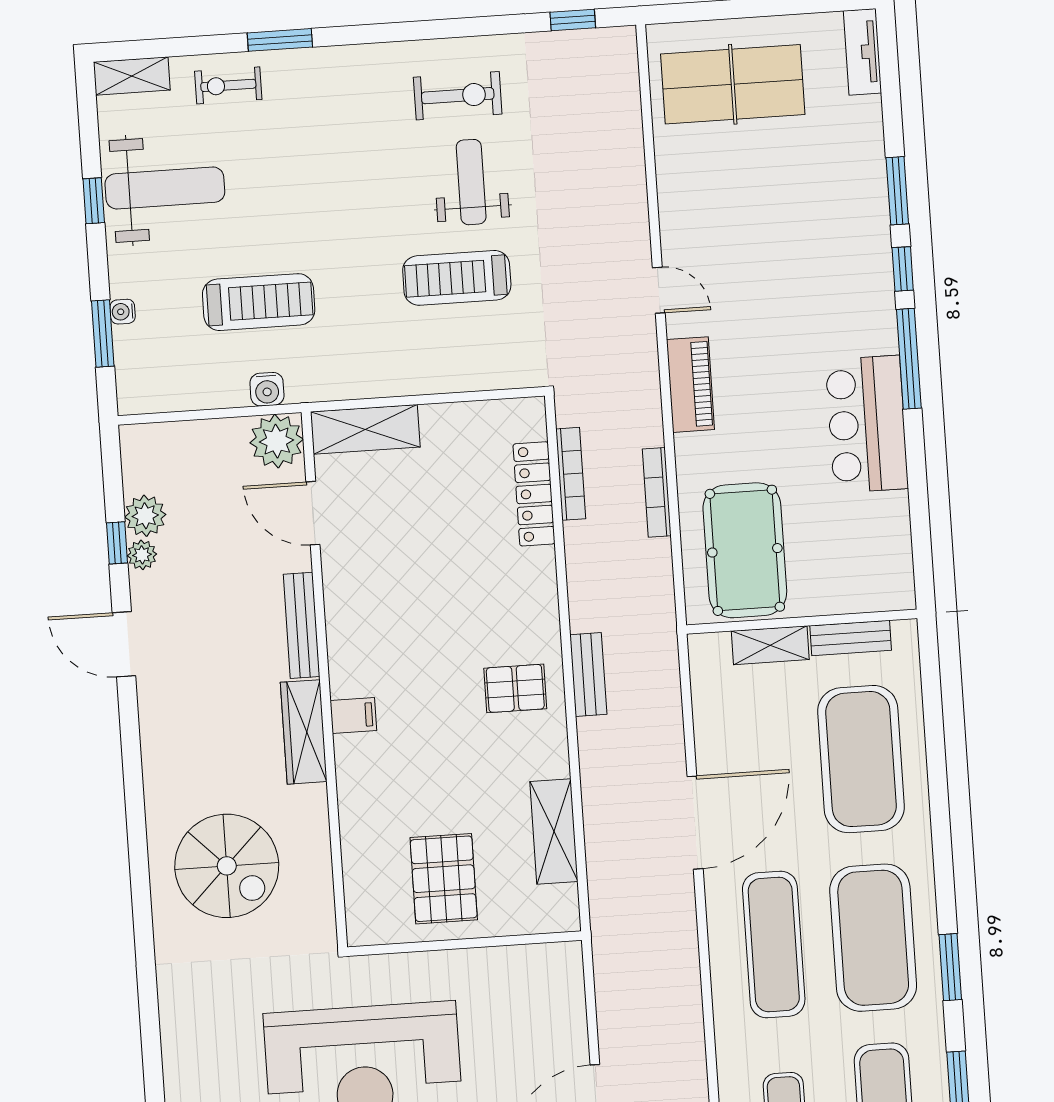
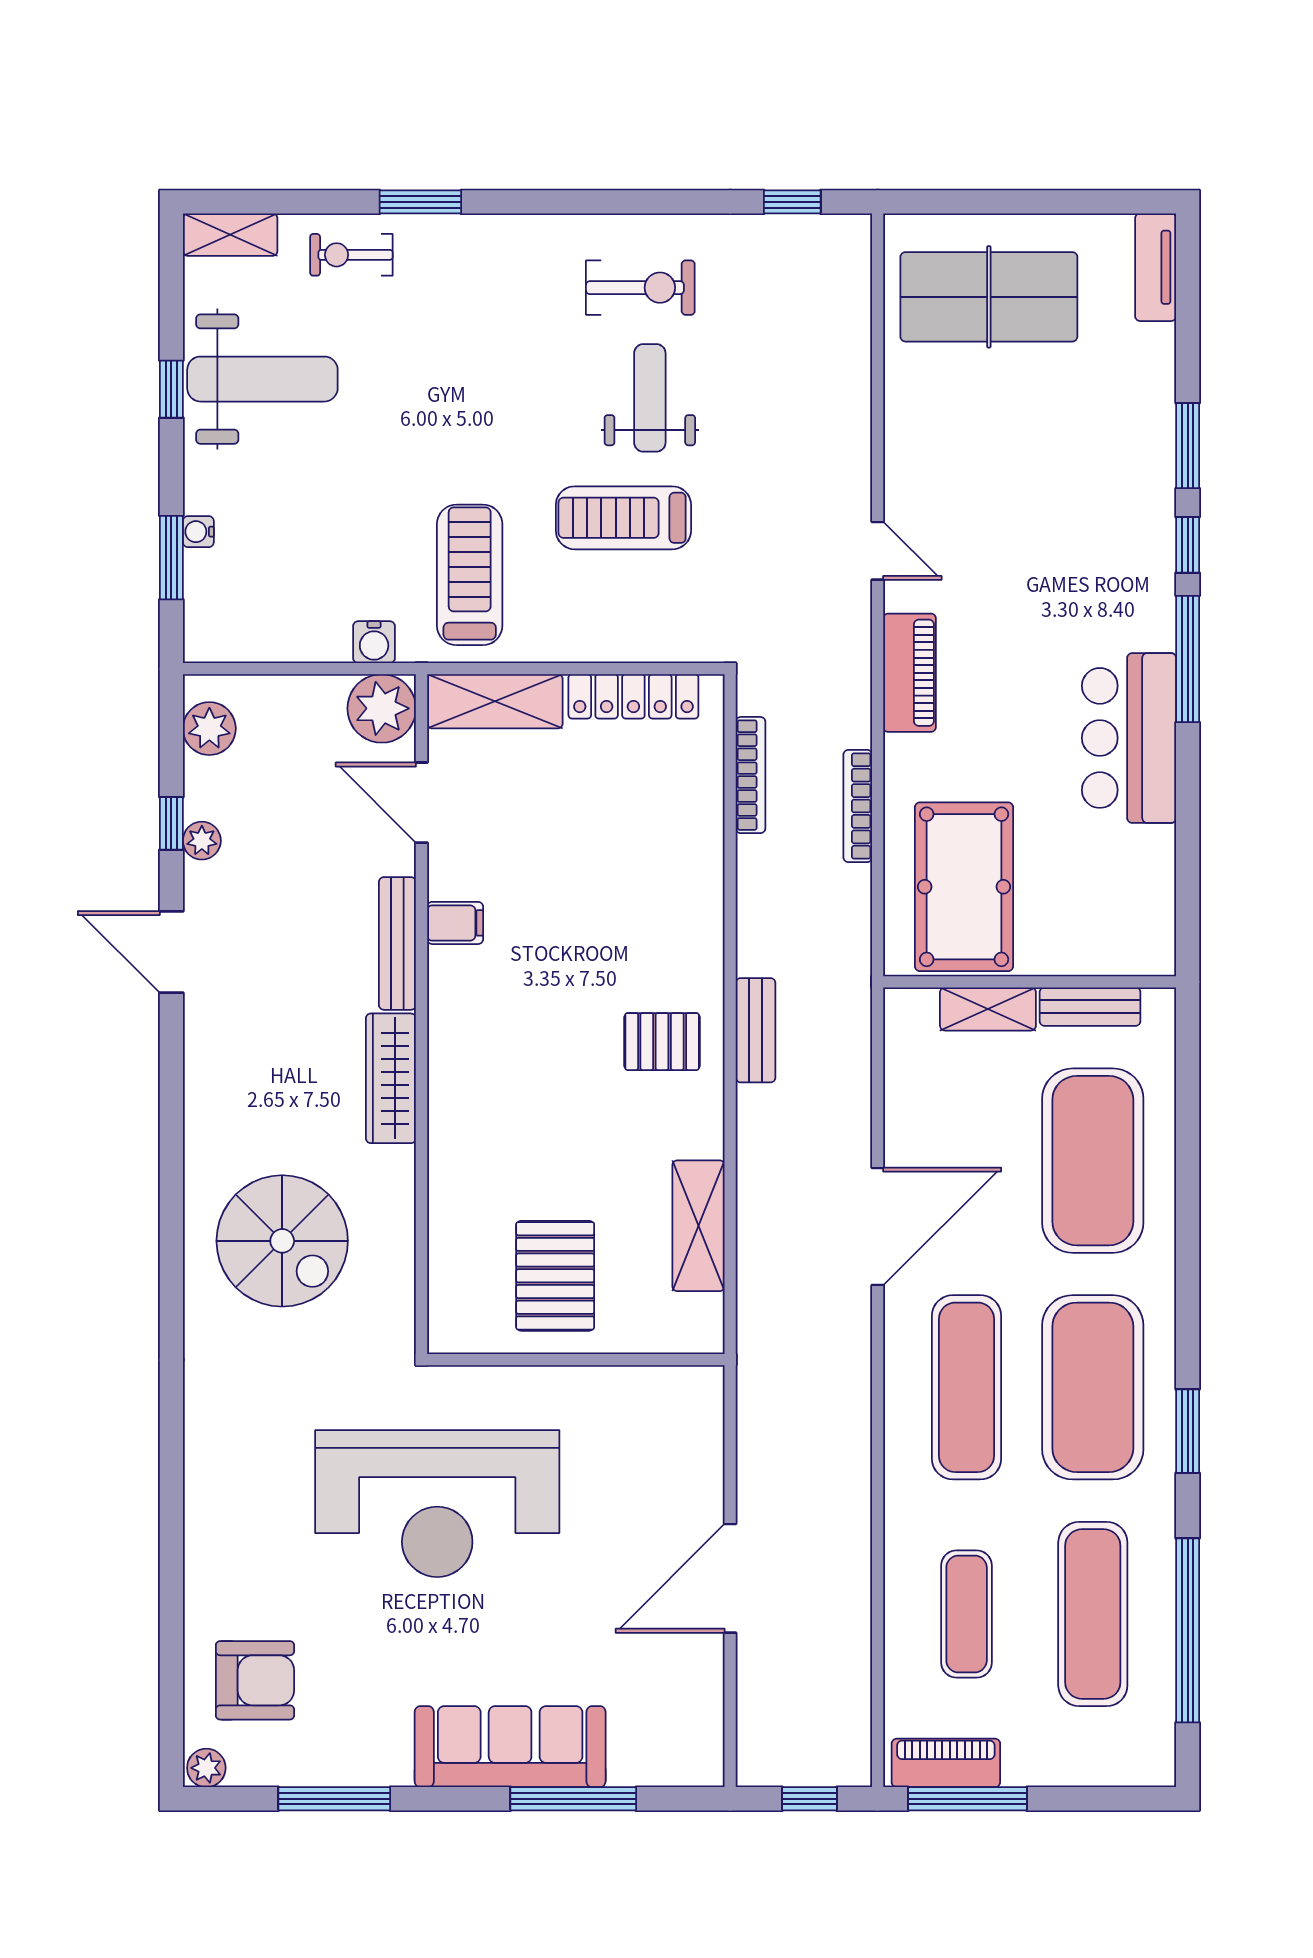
treadmill: (259, 302) -> (470, 575), moved, turned -90
locker: (534, 494) -> (633, 696), moved, turned -90
plant: (145, 516) -> (209, 729), moved
filing cabinet: (353, 715) -> (455, 923), moved

